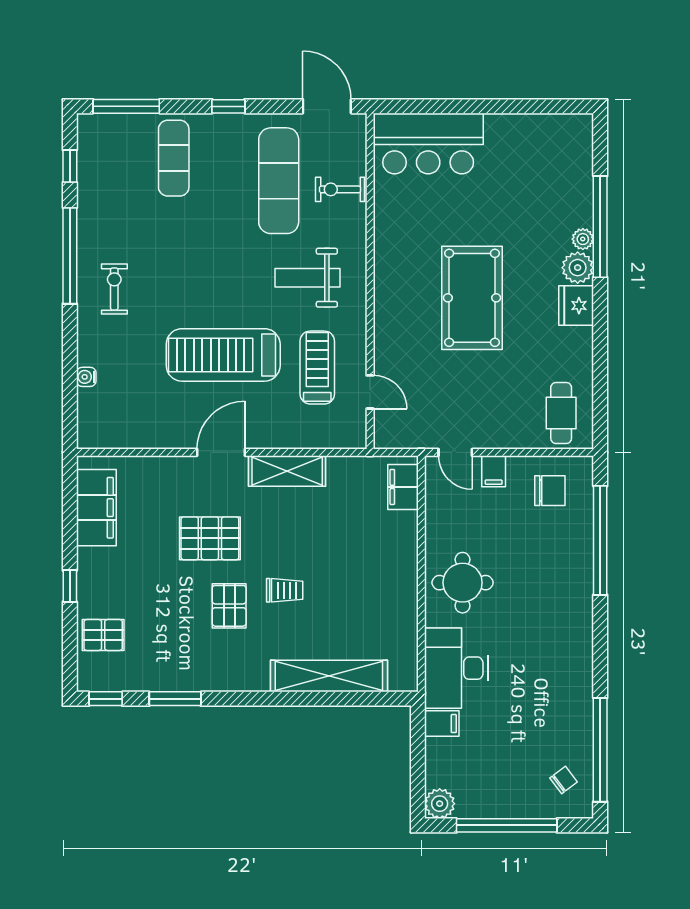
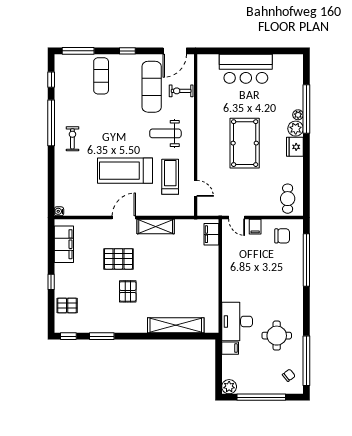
door: (327, 106) -> (175, 51), swing flipped
bar counter: (428, 143) -> (246, 69), moved
water cooler: (86, 377) -> (59, 211), moved
round table: (463, 583) -> (277, 336), moved
trolley: (285, 590) -> (154, 284), removed

